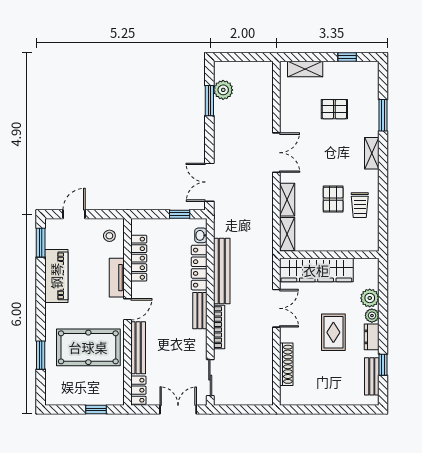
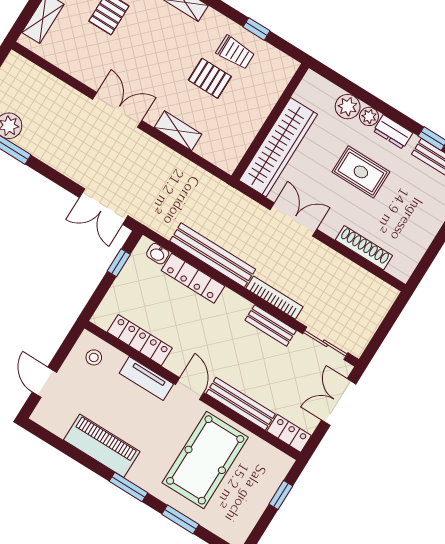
window: (383, 209) -> (257, 29), added
shelving: (287, 234) -> (217, 155), removed
window: (41, 243) -> (128, 487), moved
bench: (200, 311) -> (271, 325), moved

